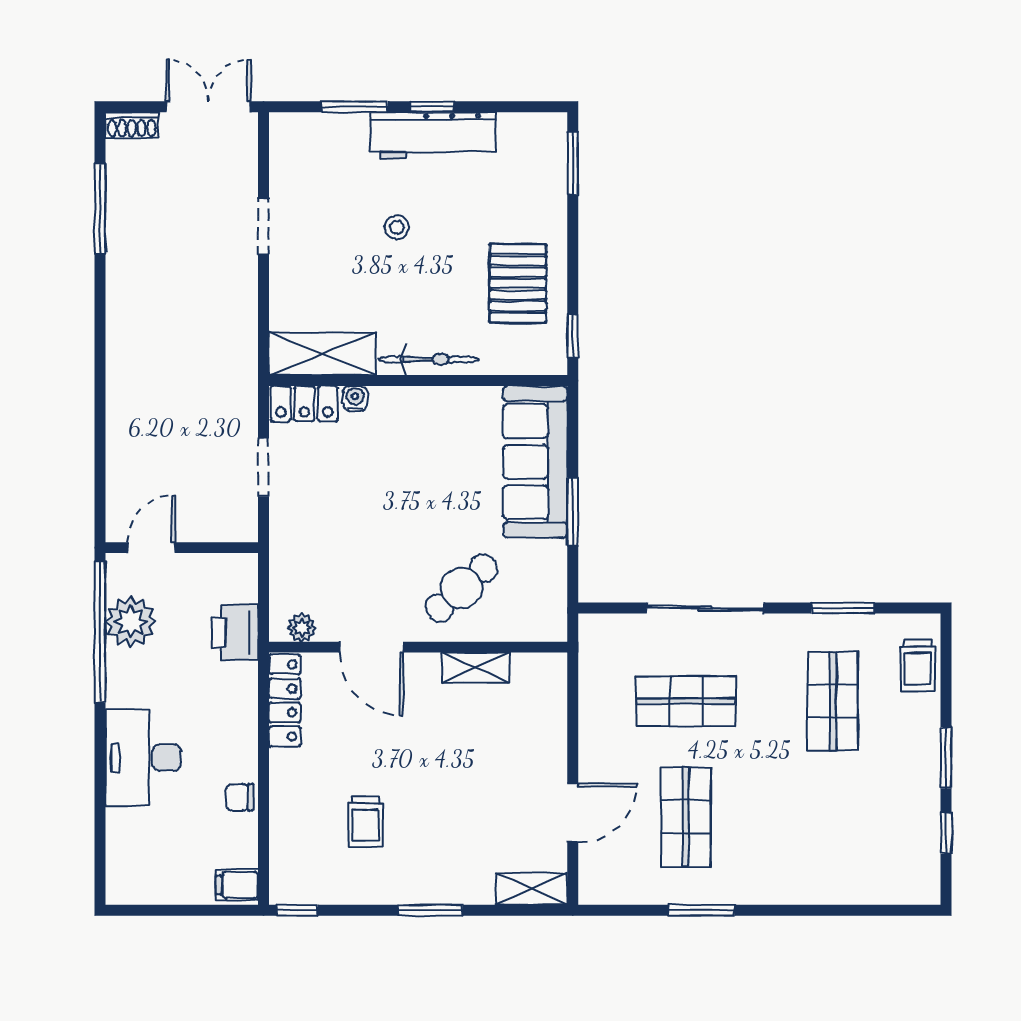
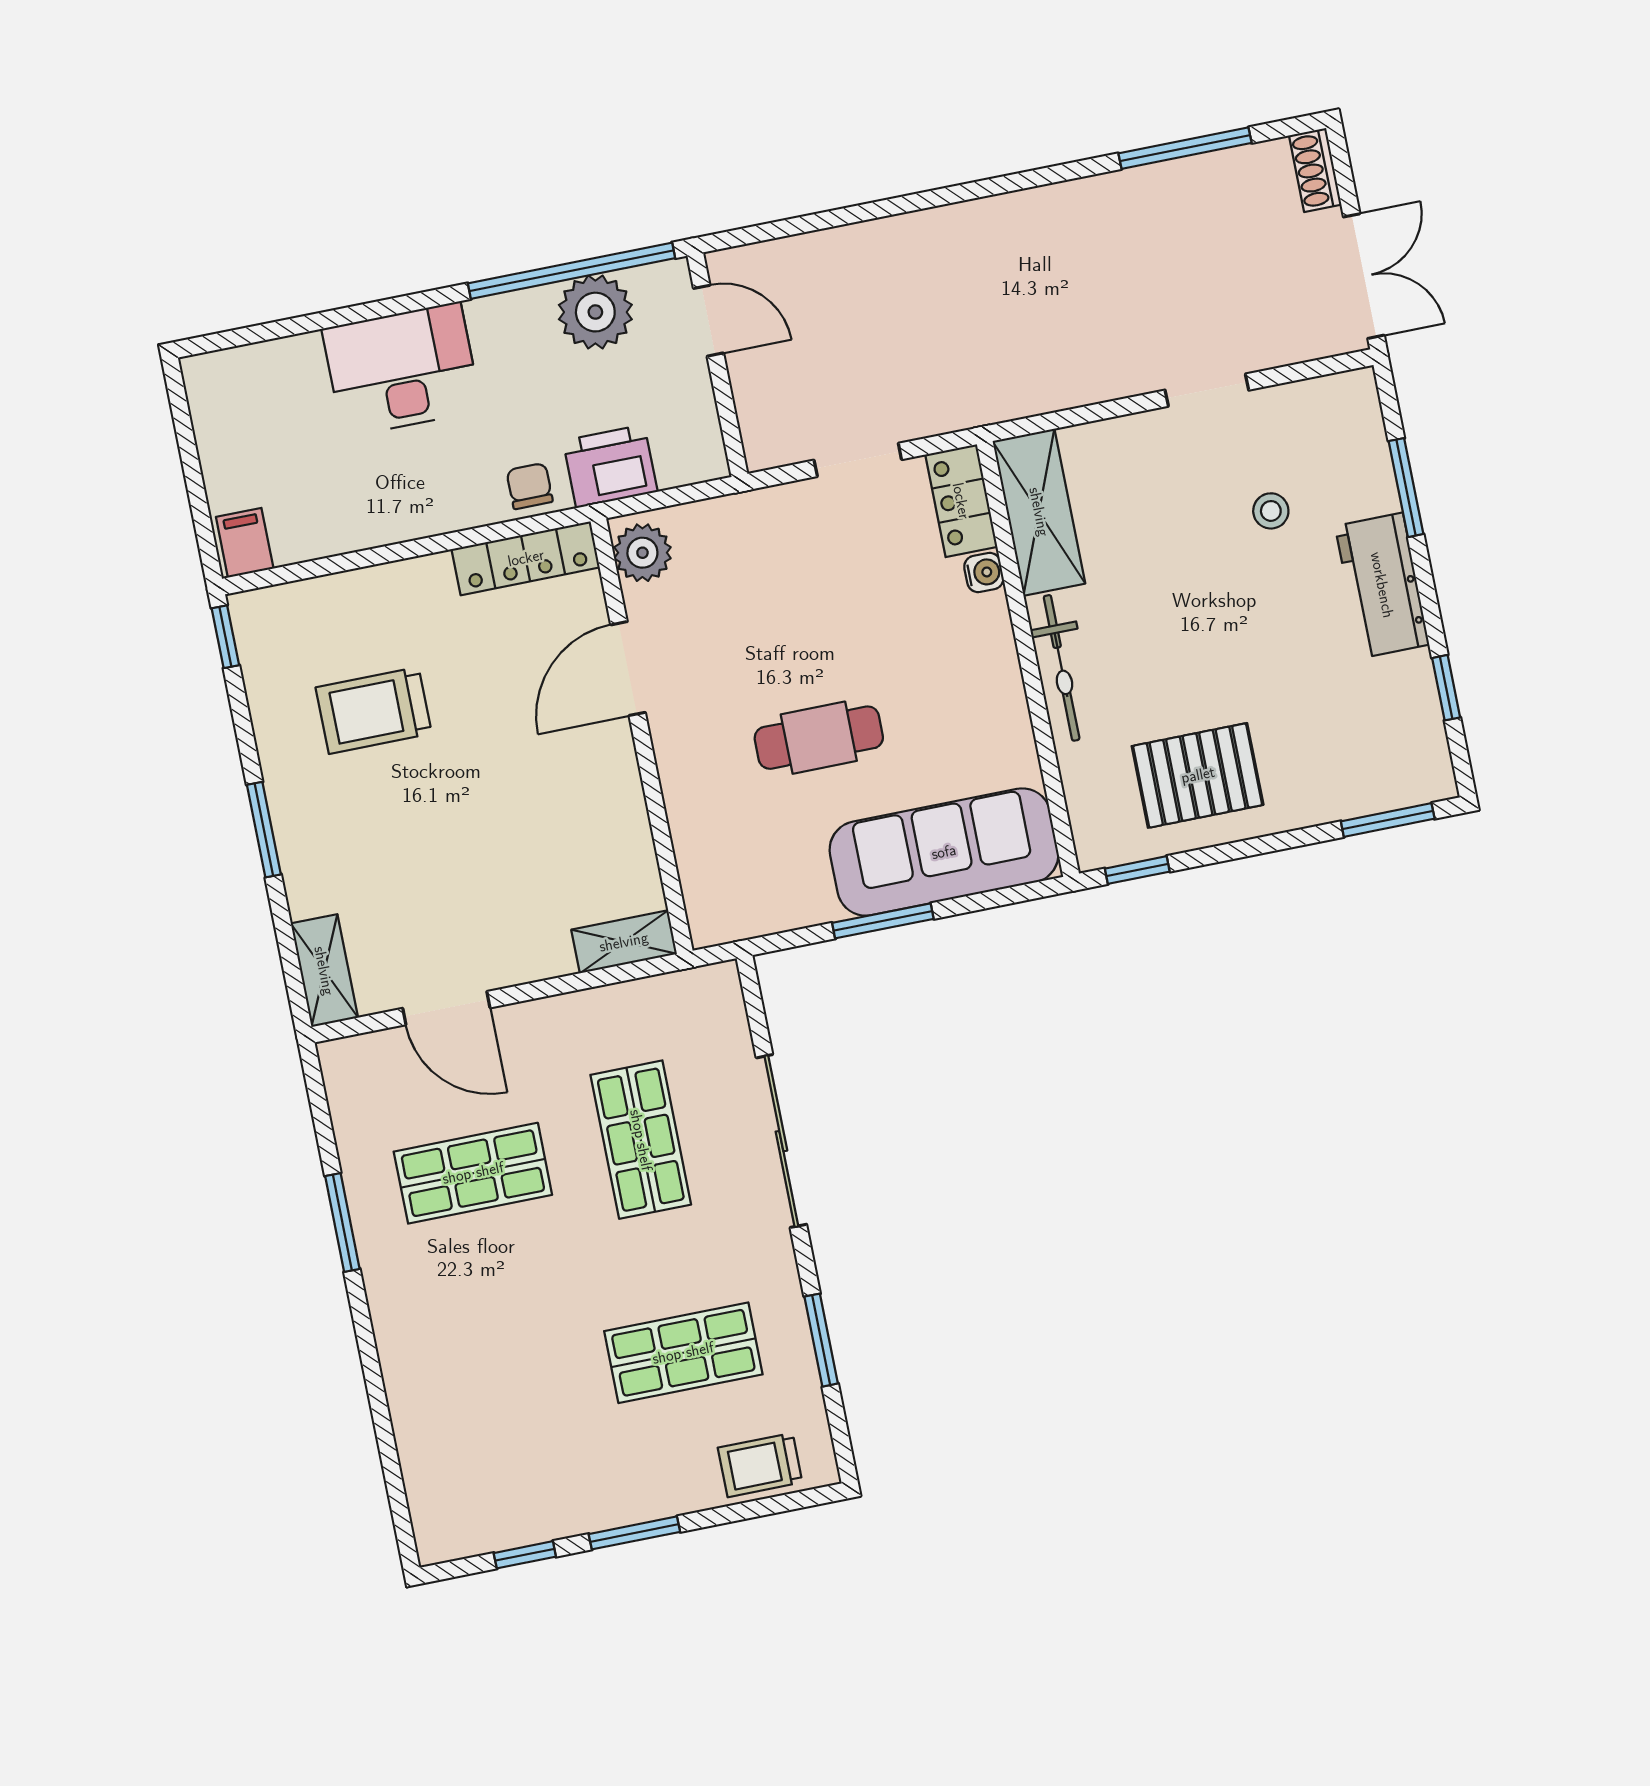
window: (432, 107) -> (1446, 688), moved
workbench: (433, 136) -> (1382, 585), width x0.73
stool: (397, 227) -> (1271, 511), moved
cafe table: (462, 588) -> (819, 738), moved, turned -48
plant: (302, 628) -> (642, 553), width x1.38, depth x1.38
shelving: (476, 668) -> (624, 942), moved, turned 90
chair: (240, 797) -> (530, 486), moved
trolley: (366, 822) -> (374, 710), width x1.36, depth x1.39

